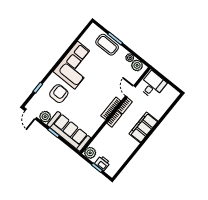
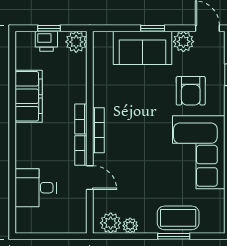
desk: (153, 85) -> (36, 188), moved, turned 90
filing cabinet: (144, 127) -> (29, 96), moved
sofa: (69, 131) -> (143, 48), width x0.73

